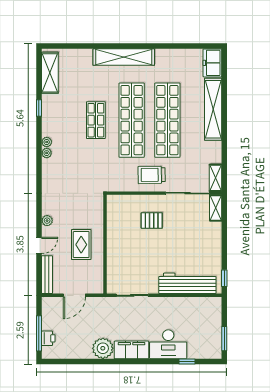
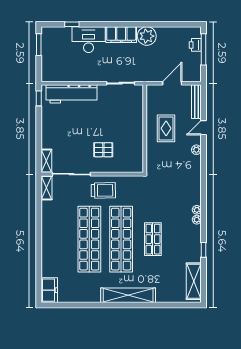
shelving: (213, 109) -> (49, 249), removed

